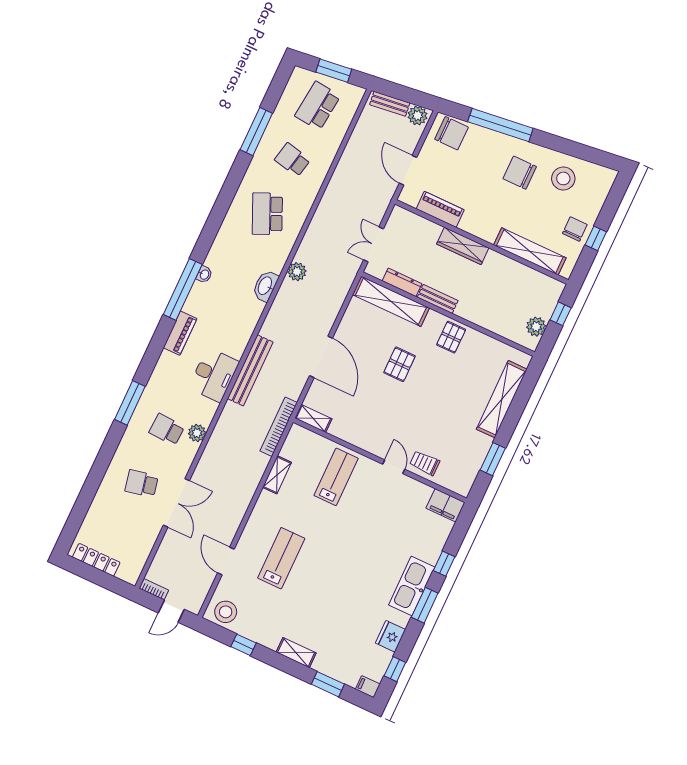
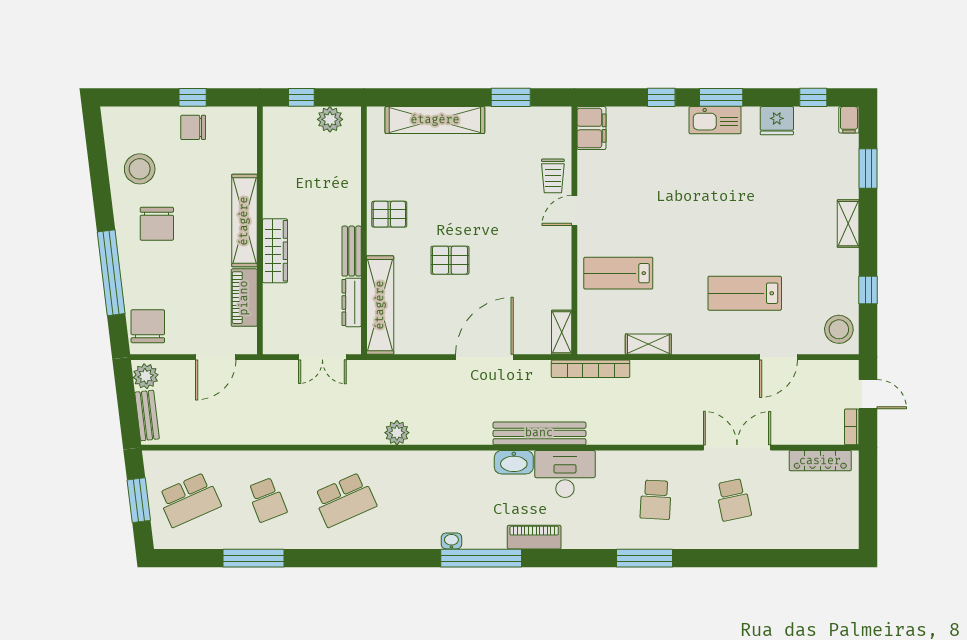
school desk: (318, 106) -> (189, 500), turned -30
school desk: (292, 160) -> (267, 500), turned -33
shelving: (530, 251) -> (244, 221), moved
washbasin: (265, 286) -> (514, 462), moved
plant: (197, 433) -> (643, 462), removed
locker: (96, 560) -> (820, 461), moved, turned -90
kitchen sink: (412, 586) -> (715, 120), width x0.73, depth x0.81

